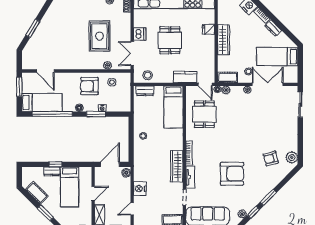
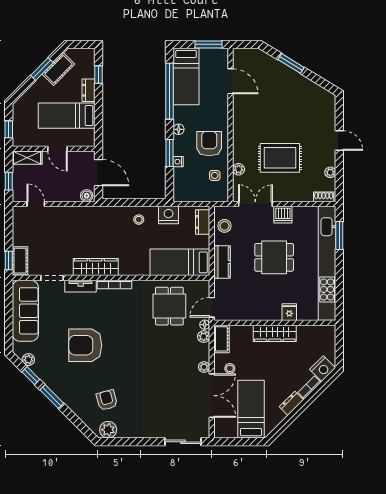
door: (45, 71) -> (231, 81), swing flipped
kitchen counter: (185, 77) -> (222, 262), moved
dining table: (204, 114) -> (169, 306), turned 90
window: (55, 164) -> (99, 75), moved
armchair: (232, 174) -> (85, 345), turned 90
nightstand: (140, 189) -> (169, 215), moved
window: (45, 213) -> (42, 69), moved

